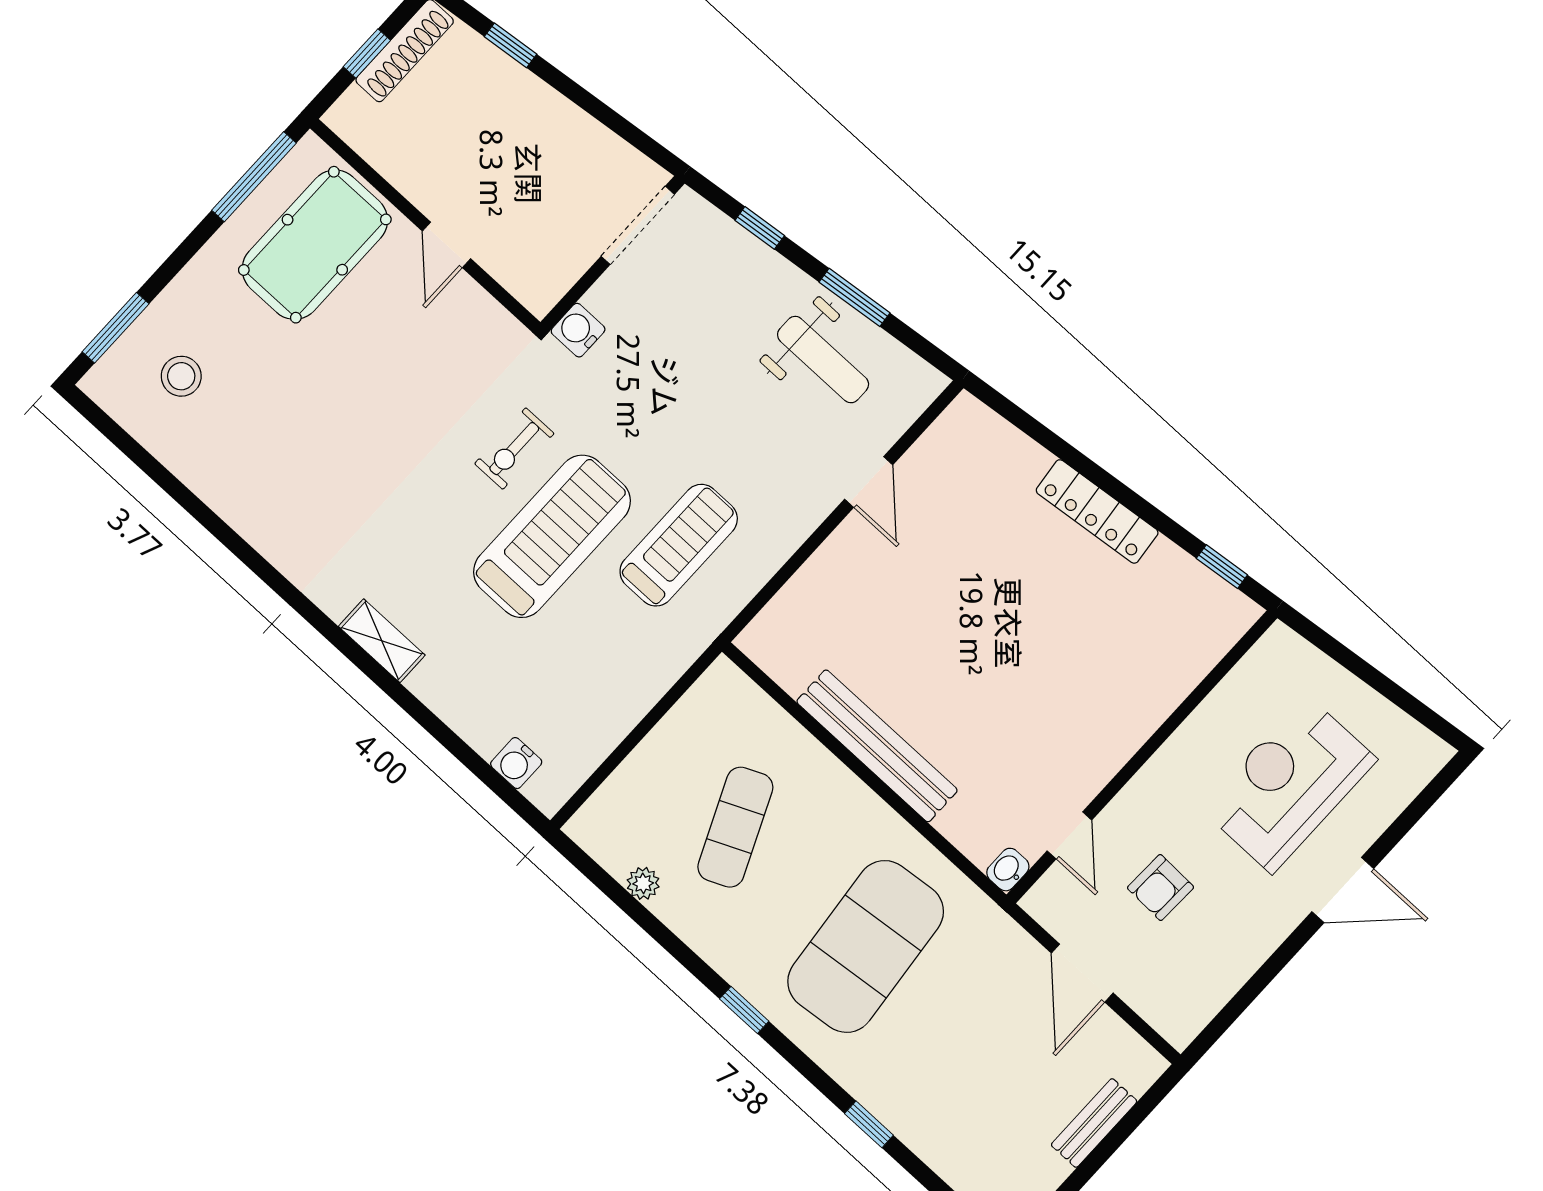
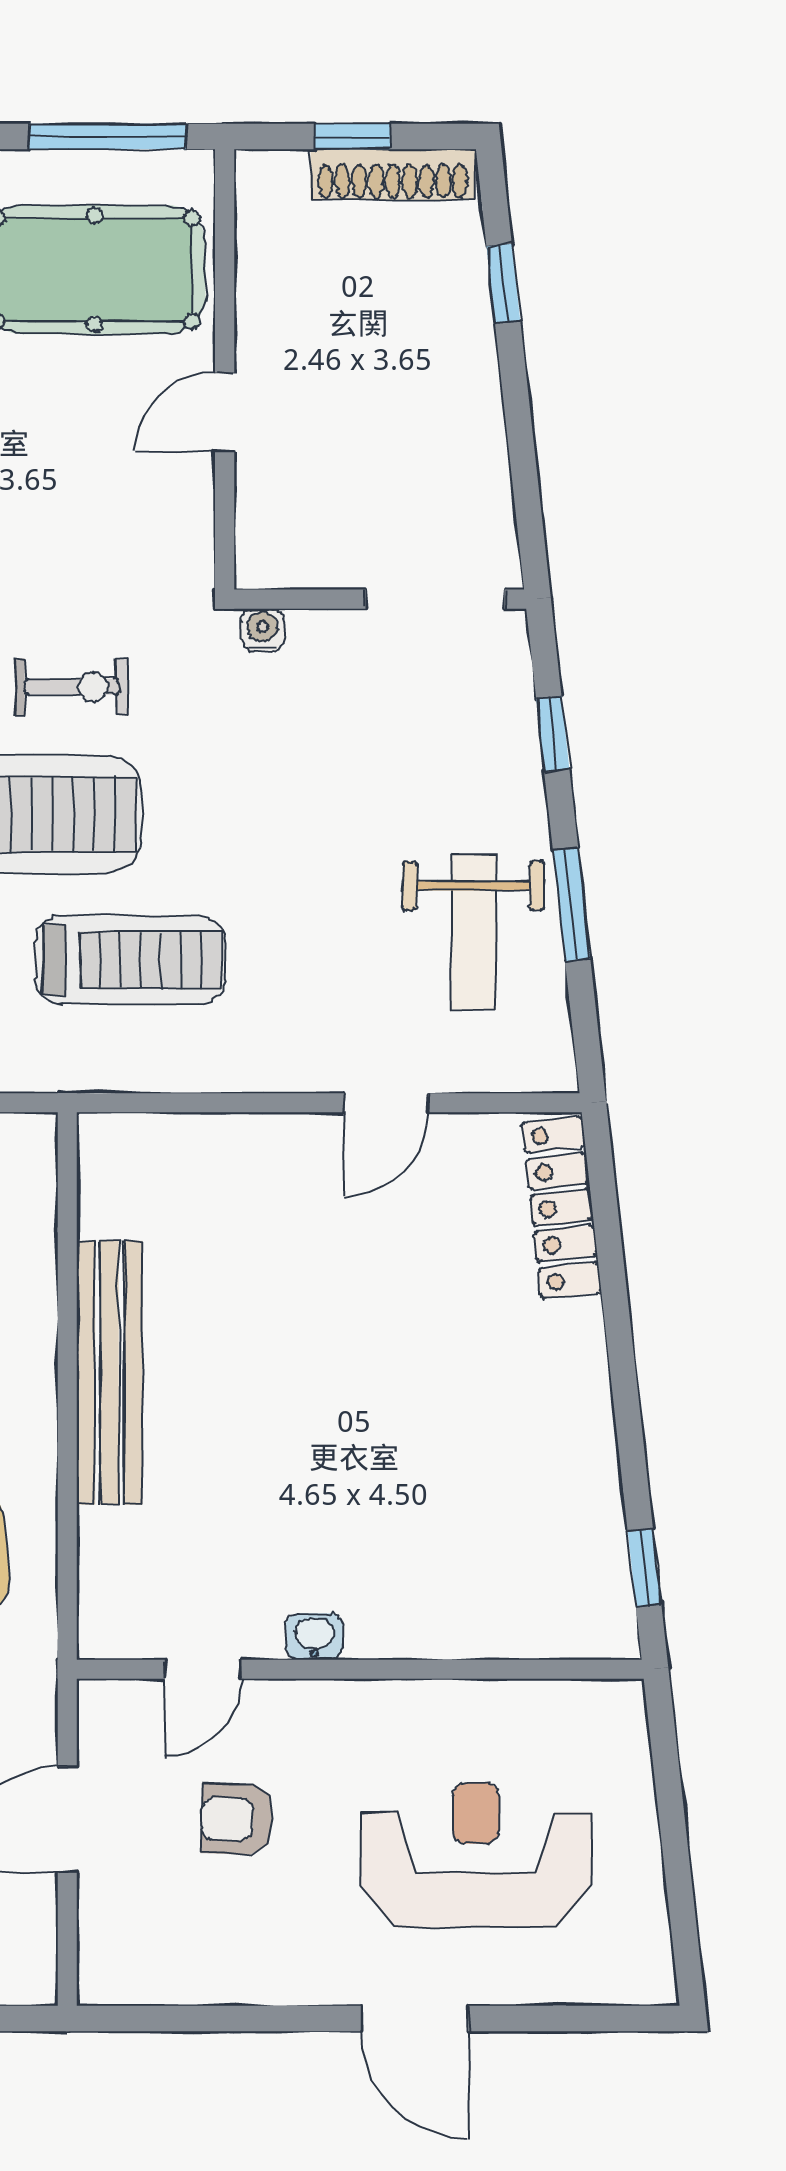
water cooler: (578, 330) -> (263, 630), width x0.72, depth x0.72
exercise bike: (514, 449) -> (72, 687), turned 180
locker: (1097, 511) -> (562, 1208), moved
washbasin: (1008, 870) -> (314, 1637), moved

